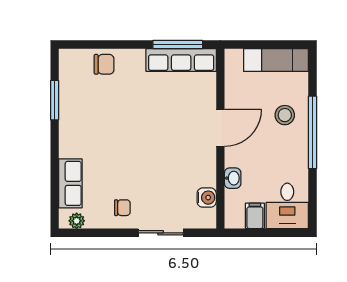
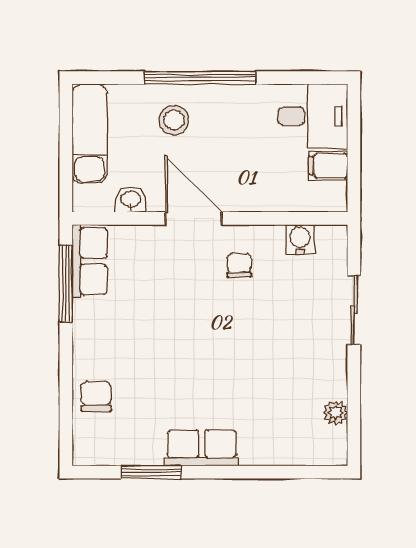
row of seats: (181, 60) -> (90, 261), width x0.68
washbasin: (233, 178) -> (131, 200), moved
row of seats: (70, 183) -> (202, 448), moved
chair: (122, 208) -> (239, 265), moved
plant: (77, 221) -> (336, 413), moved

